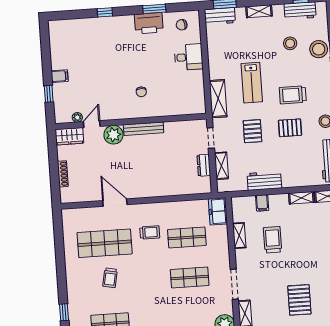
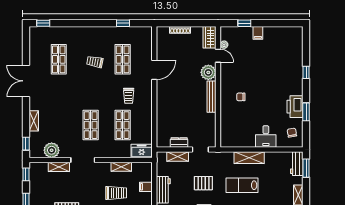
shelving: (218, 99) -> (249, 158), moved
shop shelf: (105, 243) -> (123, 59), width x0.70, depth x0.74
window: (64, 312) -> (123, 23), moved

